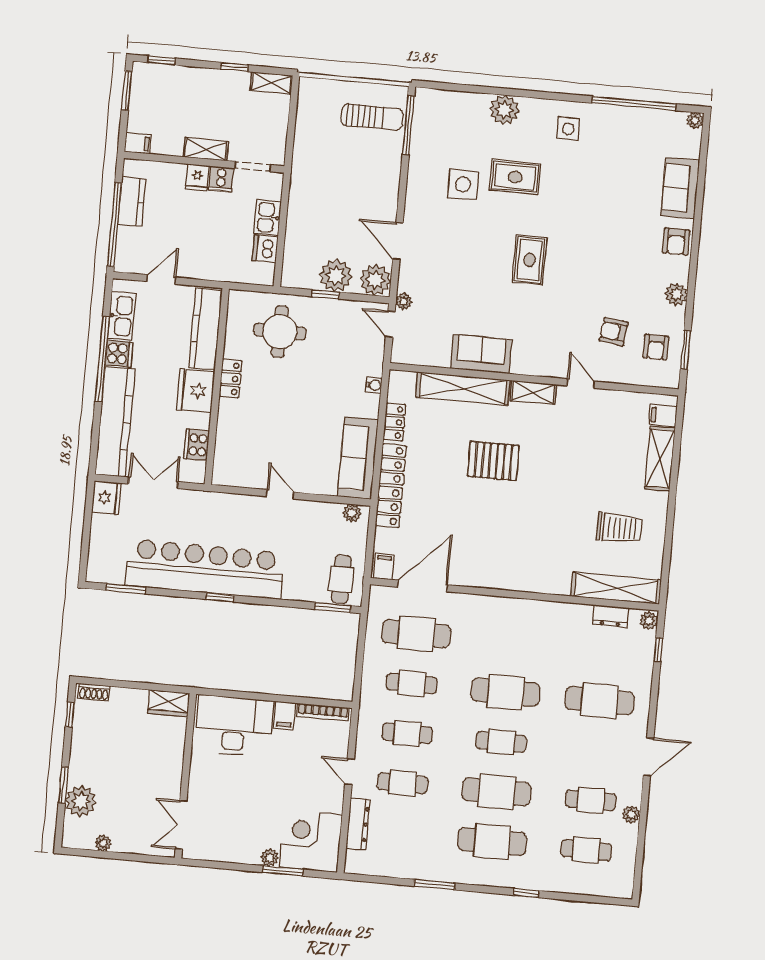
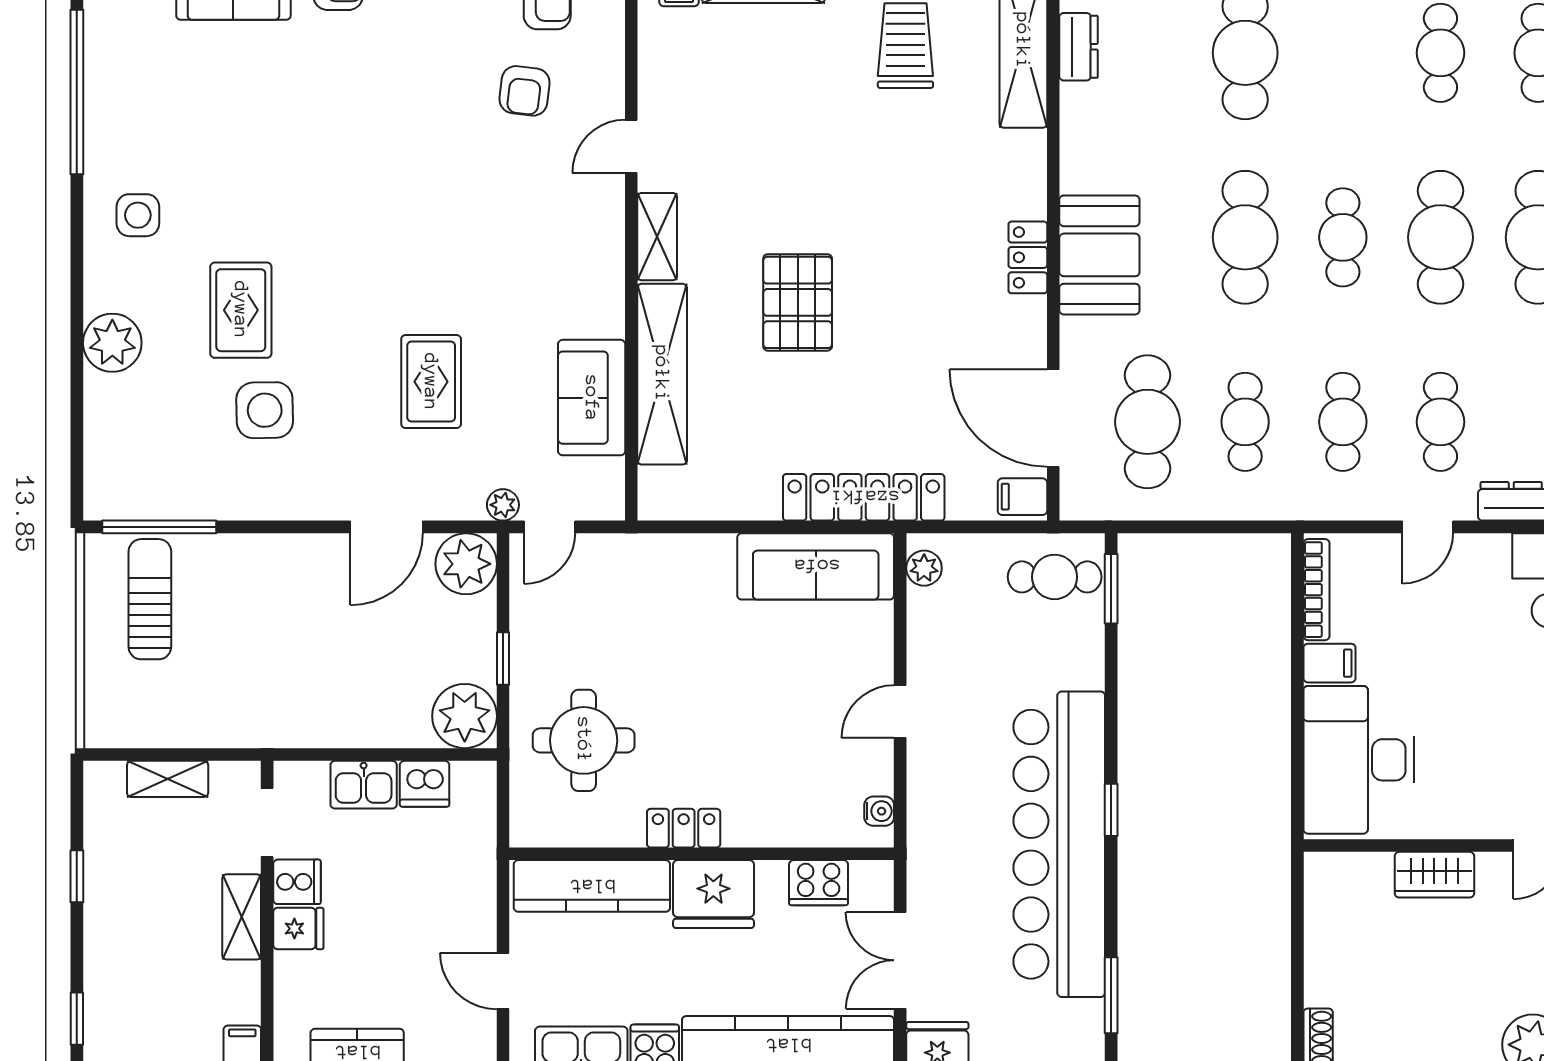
shelving: (271, 83) -> (168, 779), moved, turned 90
rug: (530, 260) -> (431, 382), moved, turned 90
plant: (336, 275) -> (465, 716), moved
sofa: (481, 354) -> (592, 398), moved
water cooler: (374, 385) -> (879, 811), moved, turned 90
locker: (394, 422) -> (1028, 257), moved, turned -90
booth: (503, 617) -> (1099, 255), added
wardrobe: (169, 703) -> (1434, 875), moved, turned 90

